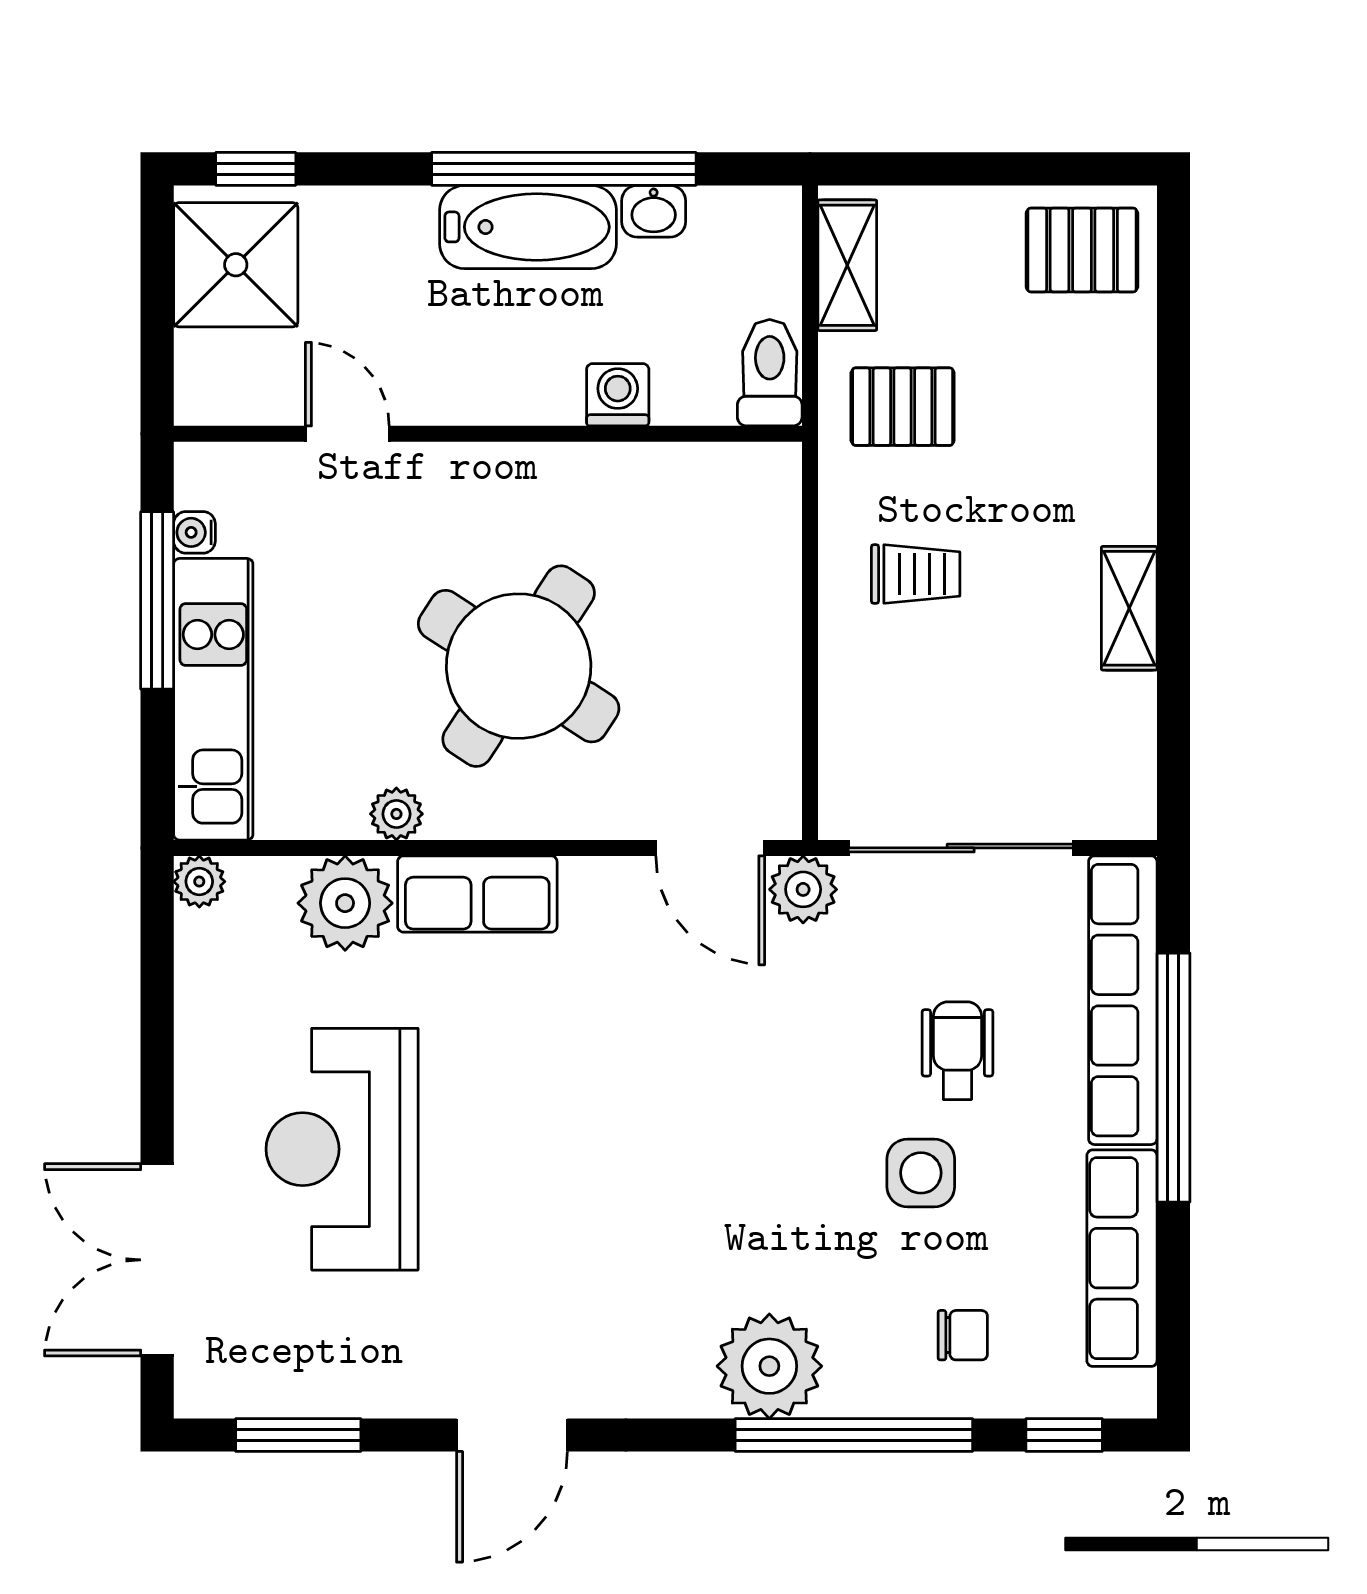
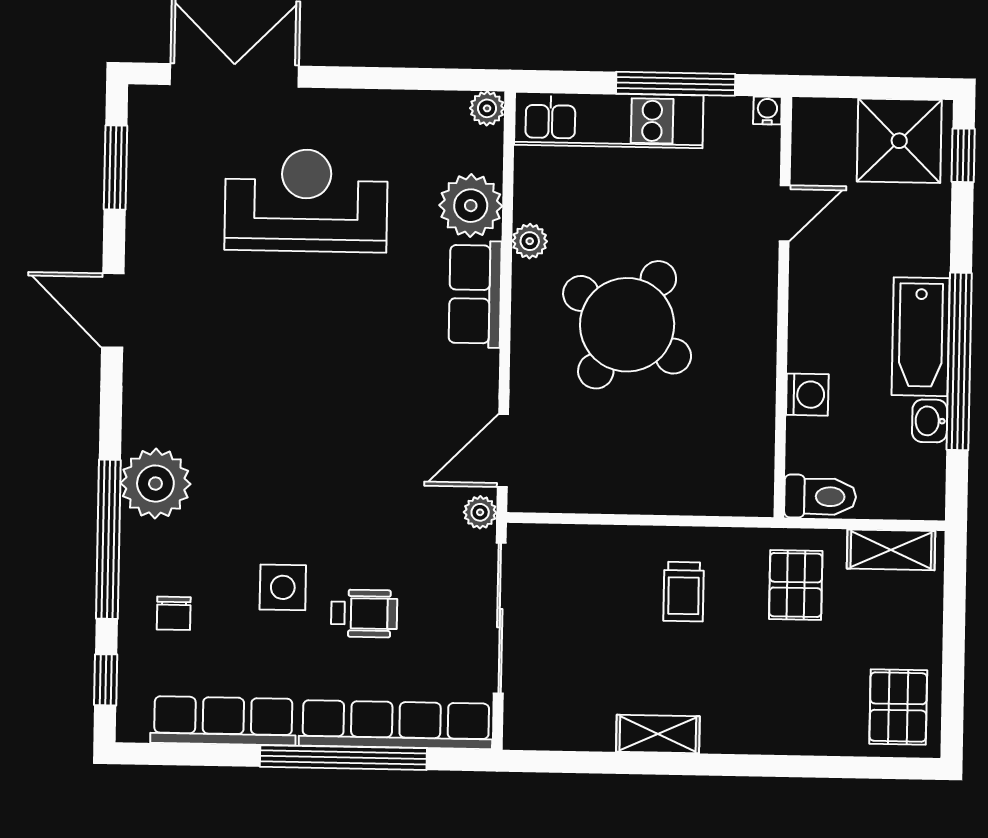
water cooler: (194, 532) -> (767, 110), moved
plant: (803, 889) -> (480, 512), width x0.73, depth x0.73

